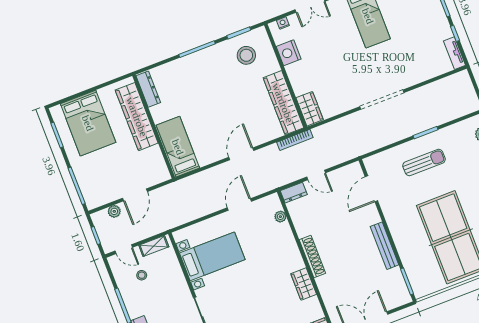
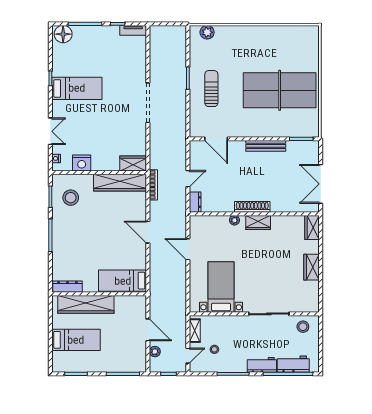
bed: (88, 123) -> (76, 340), width x0.67
plant: (280, 217) -> (234, 220), moved
wardrobe: (304, 284) -> (258, 222), moved

